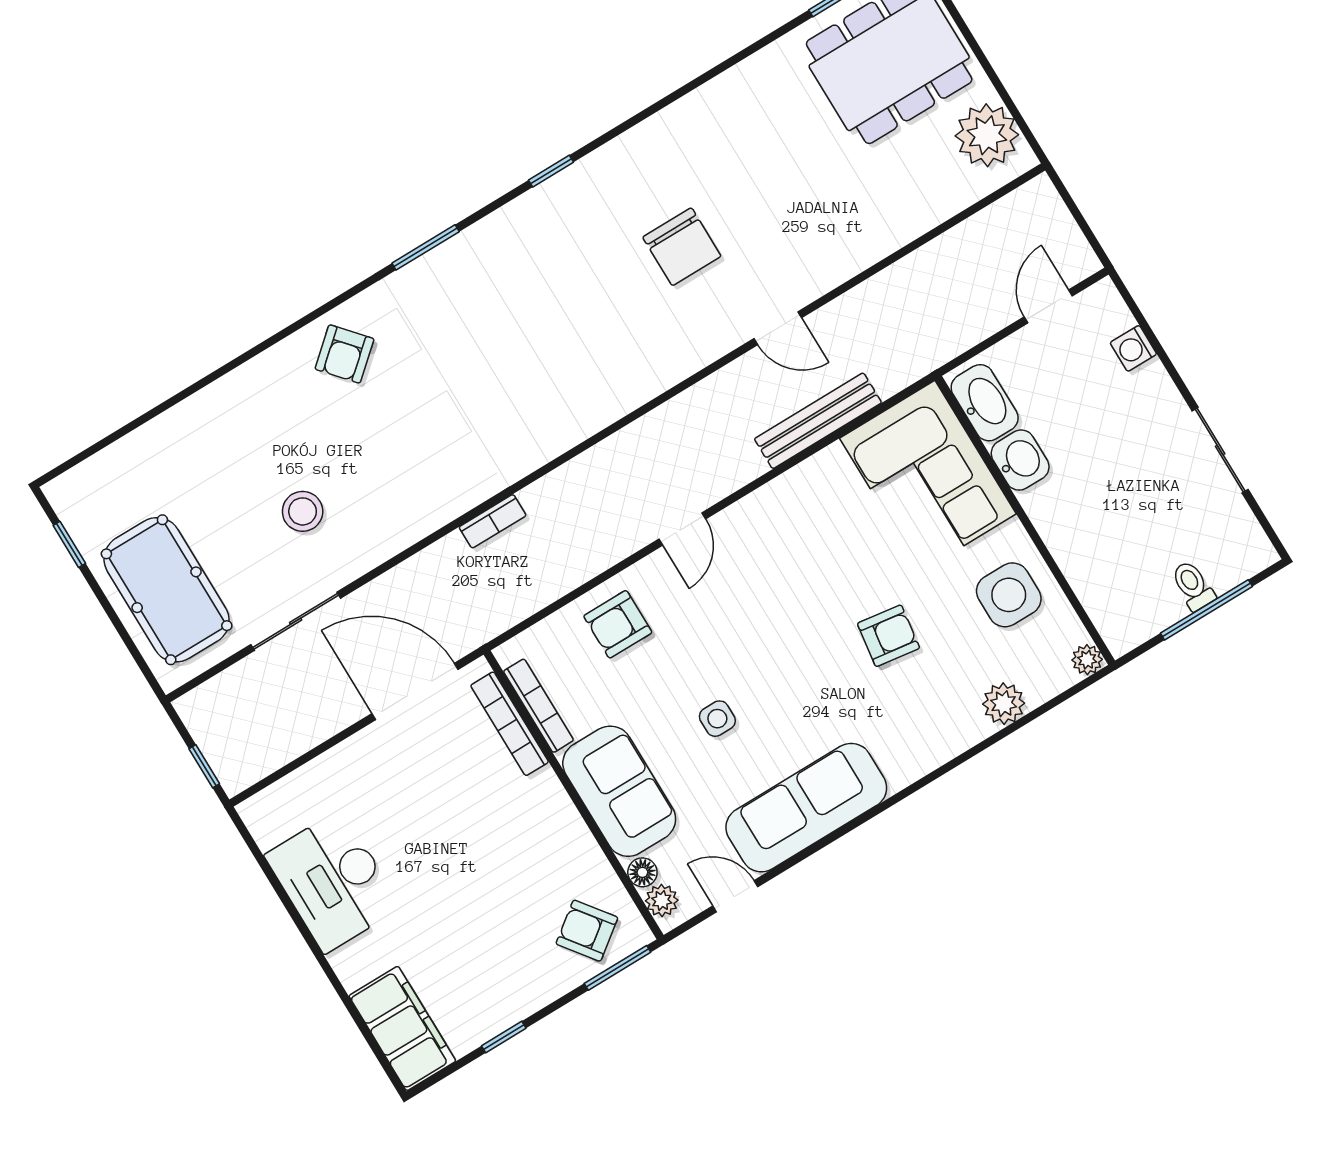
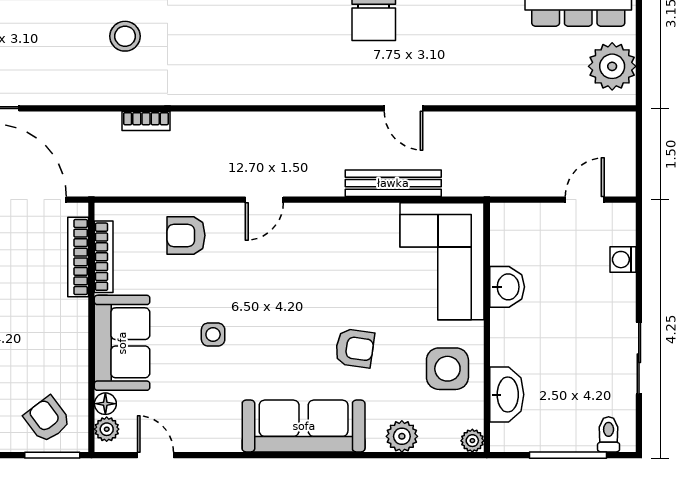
washbasin: (985, 403) -> (507, 395), moved
stool: (303, 511) -> (125, 36), moved
toilet: (1193, 586) -> (609, 434), moved
sofa: (806, 808) -> (304, 426), moved

